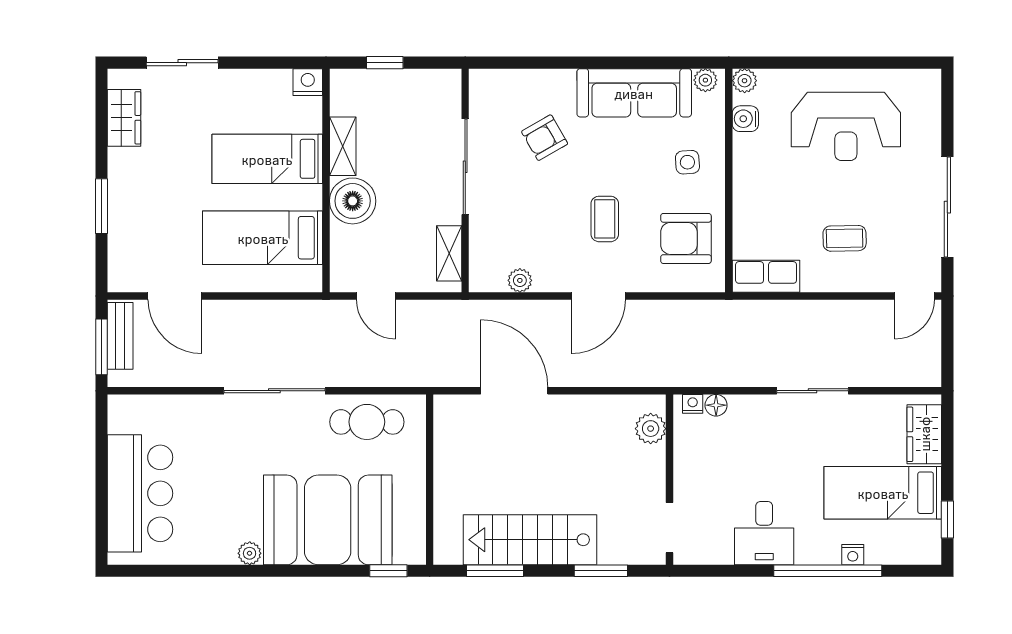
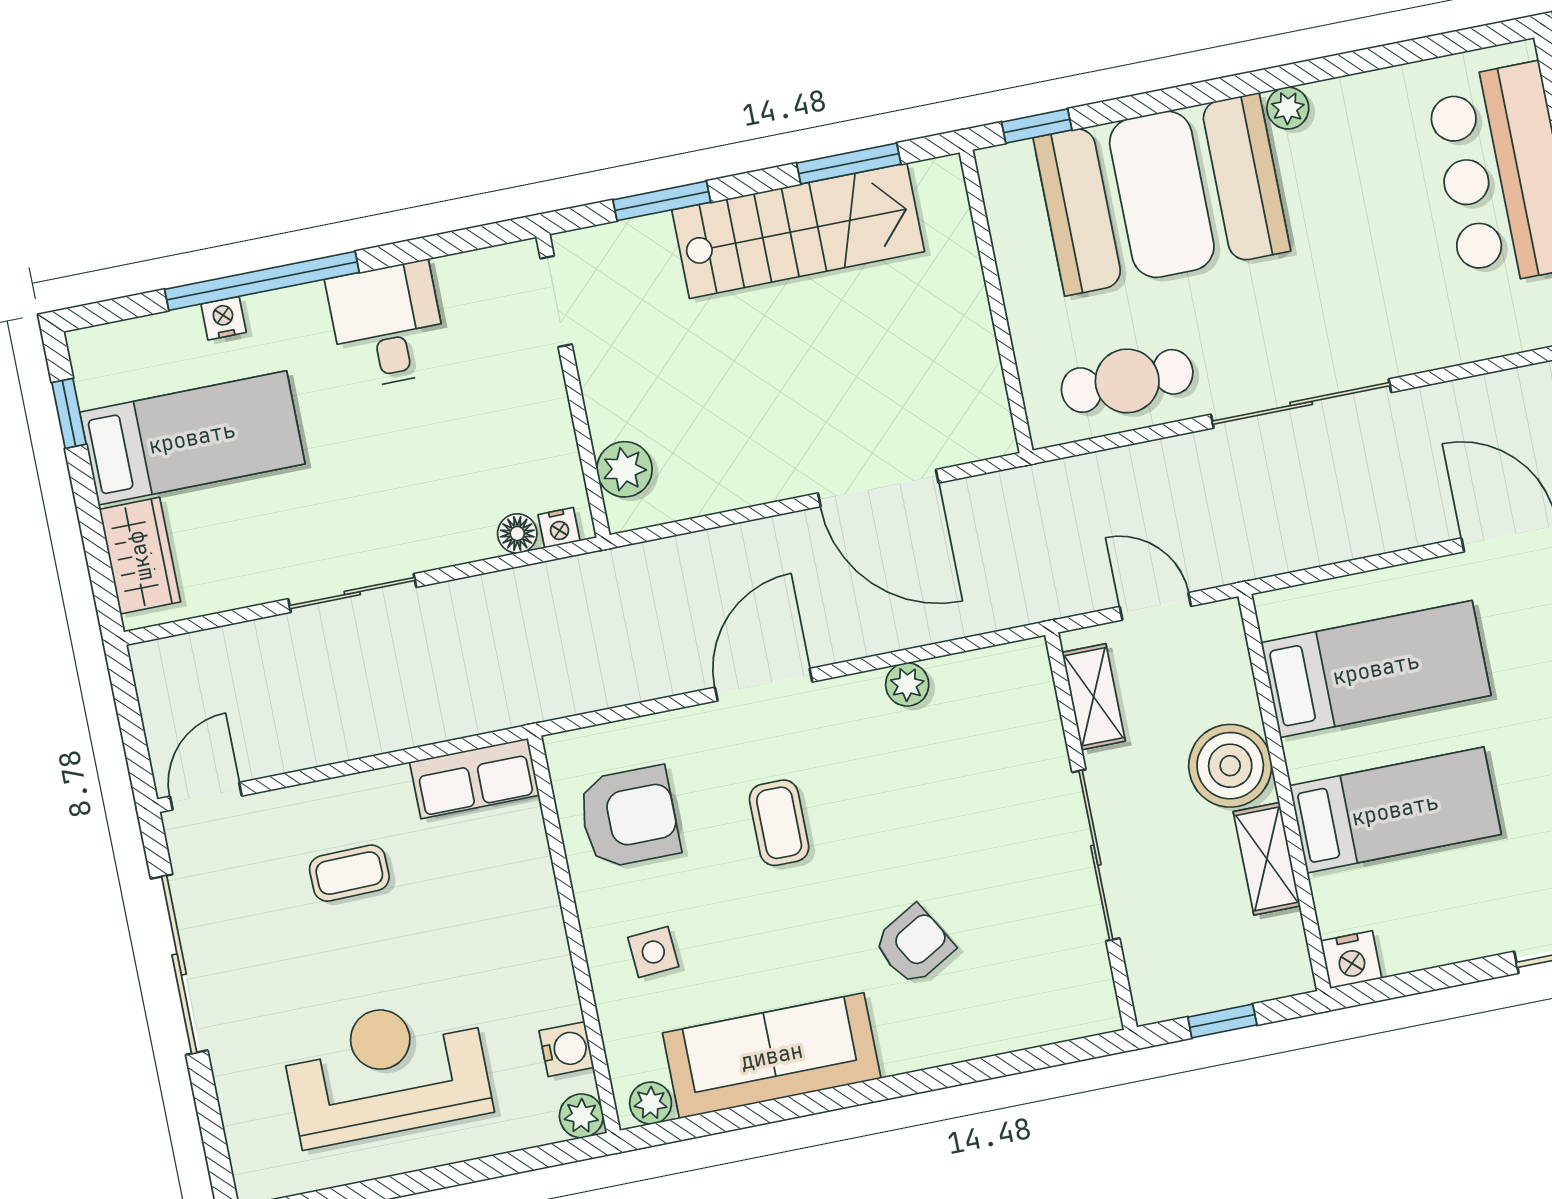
sliding door: (465, 167) -> (1096, 855), moved
wall: (465, 180) -> (1091, 831), moved
shelving: (449, 253) -> (1094, 697), moved

